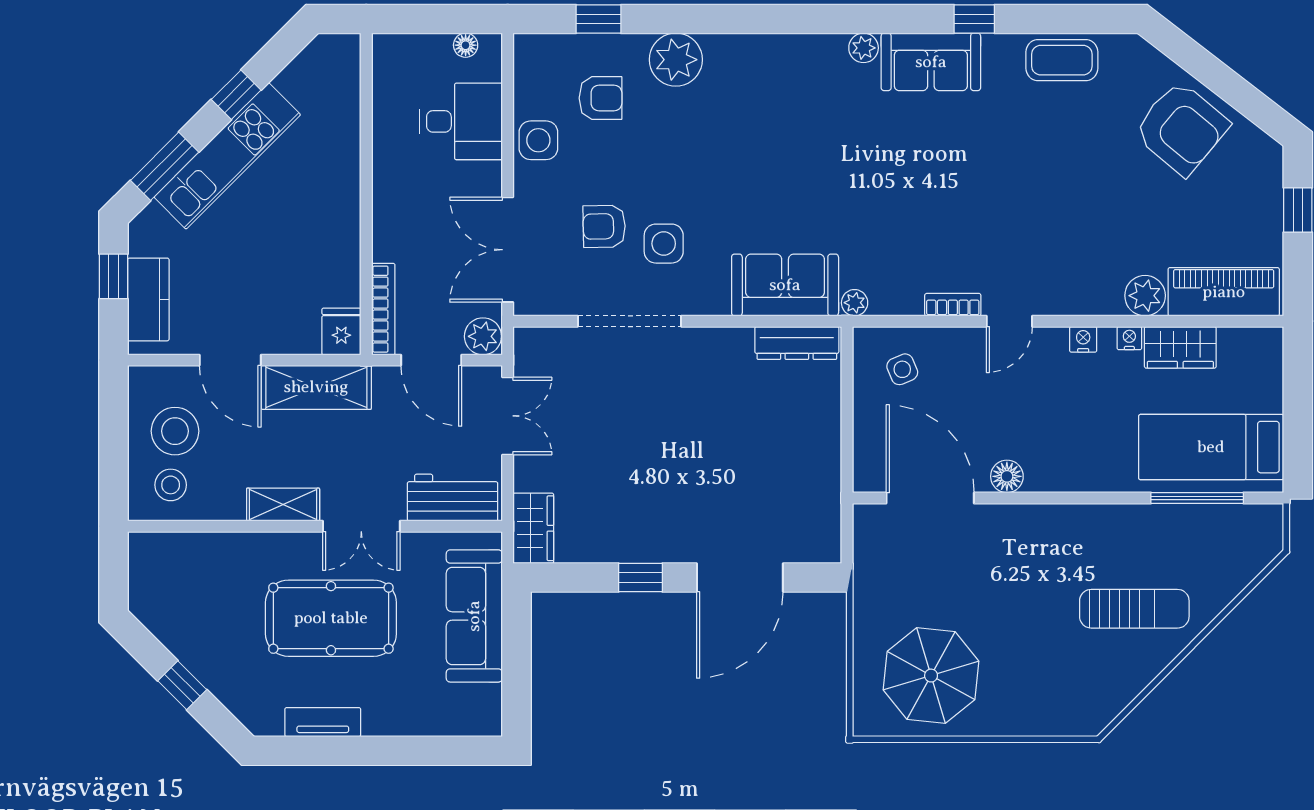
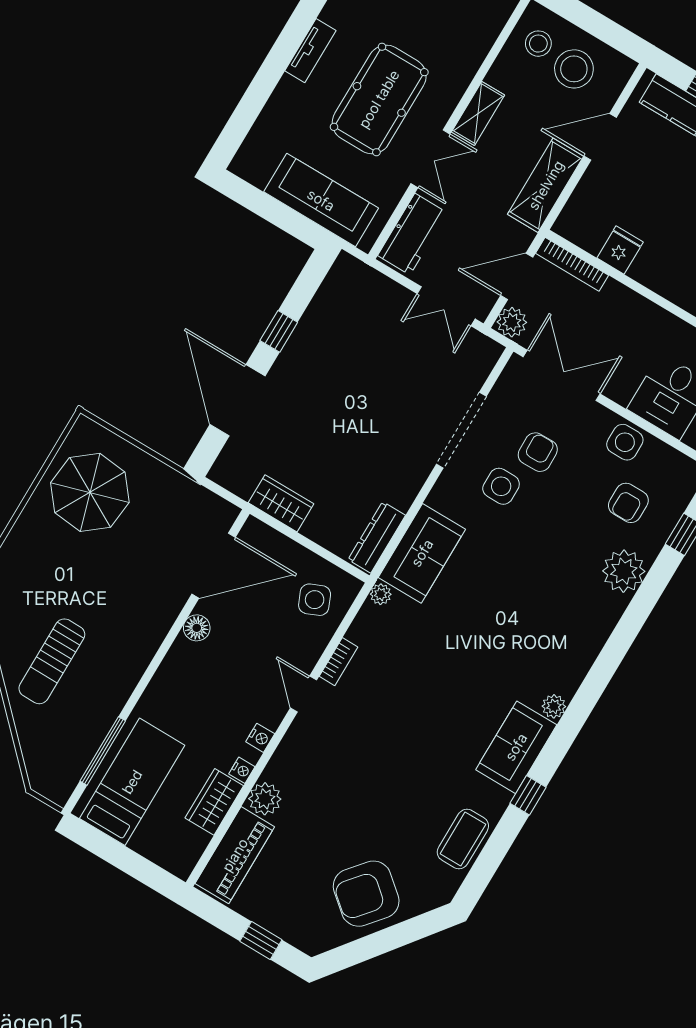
fridge: (341, 331) -> (620, 250), moved, turned -90
side table: (902, 369) -> (315, 600), width x1.37, depth x1.37
double door: (361, 526) -> (430, 159), swing flipped
wardrobe: (533, 528) -> (281, 503), moved, turned 180

